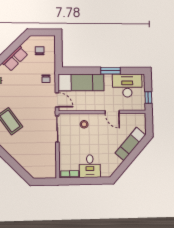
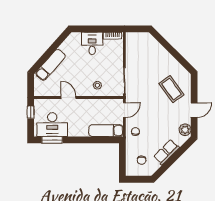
window: (111, 71) -> (52, 140), moved
exam couch: (81, 82) -> (106, 131), width x0.73, depth x0.69
door: (57, 100) -> (124, 110), swing flipped

